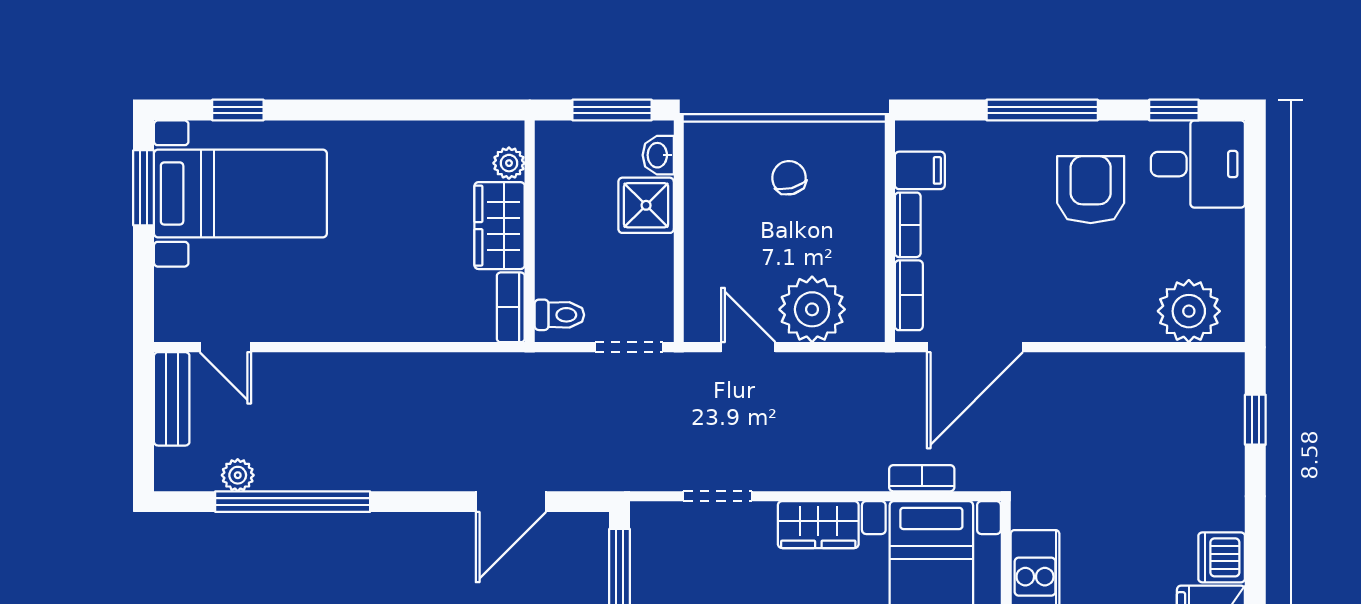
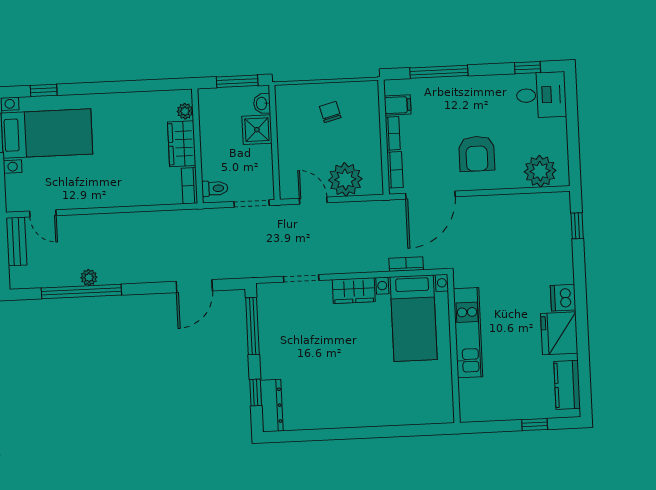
window: (1042, 110) -> (439, 72), moved
armchair: (1091, 190) -> (477, 154), moved, turned 180
plant: (238, 475) -> (89, 277), moved

